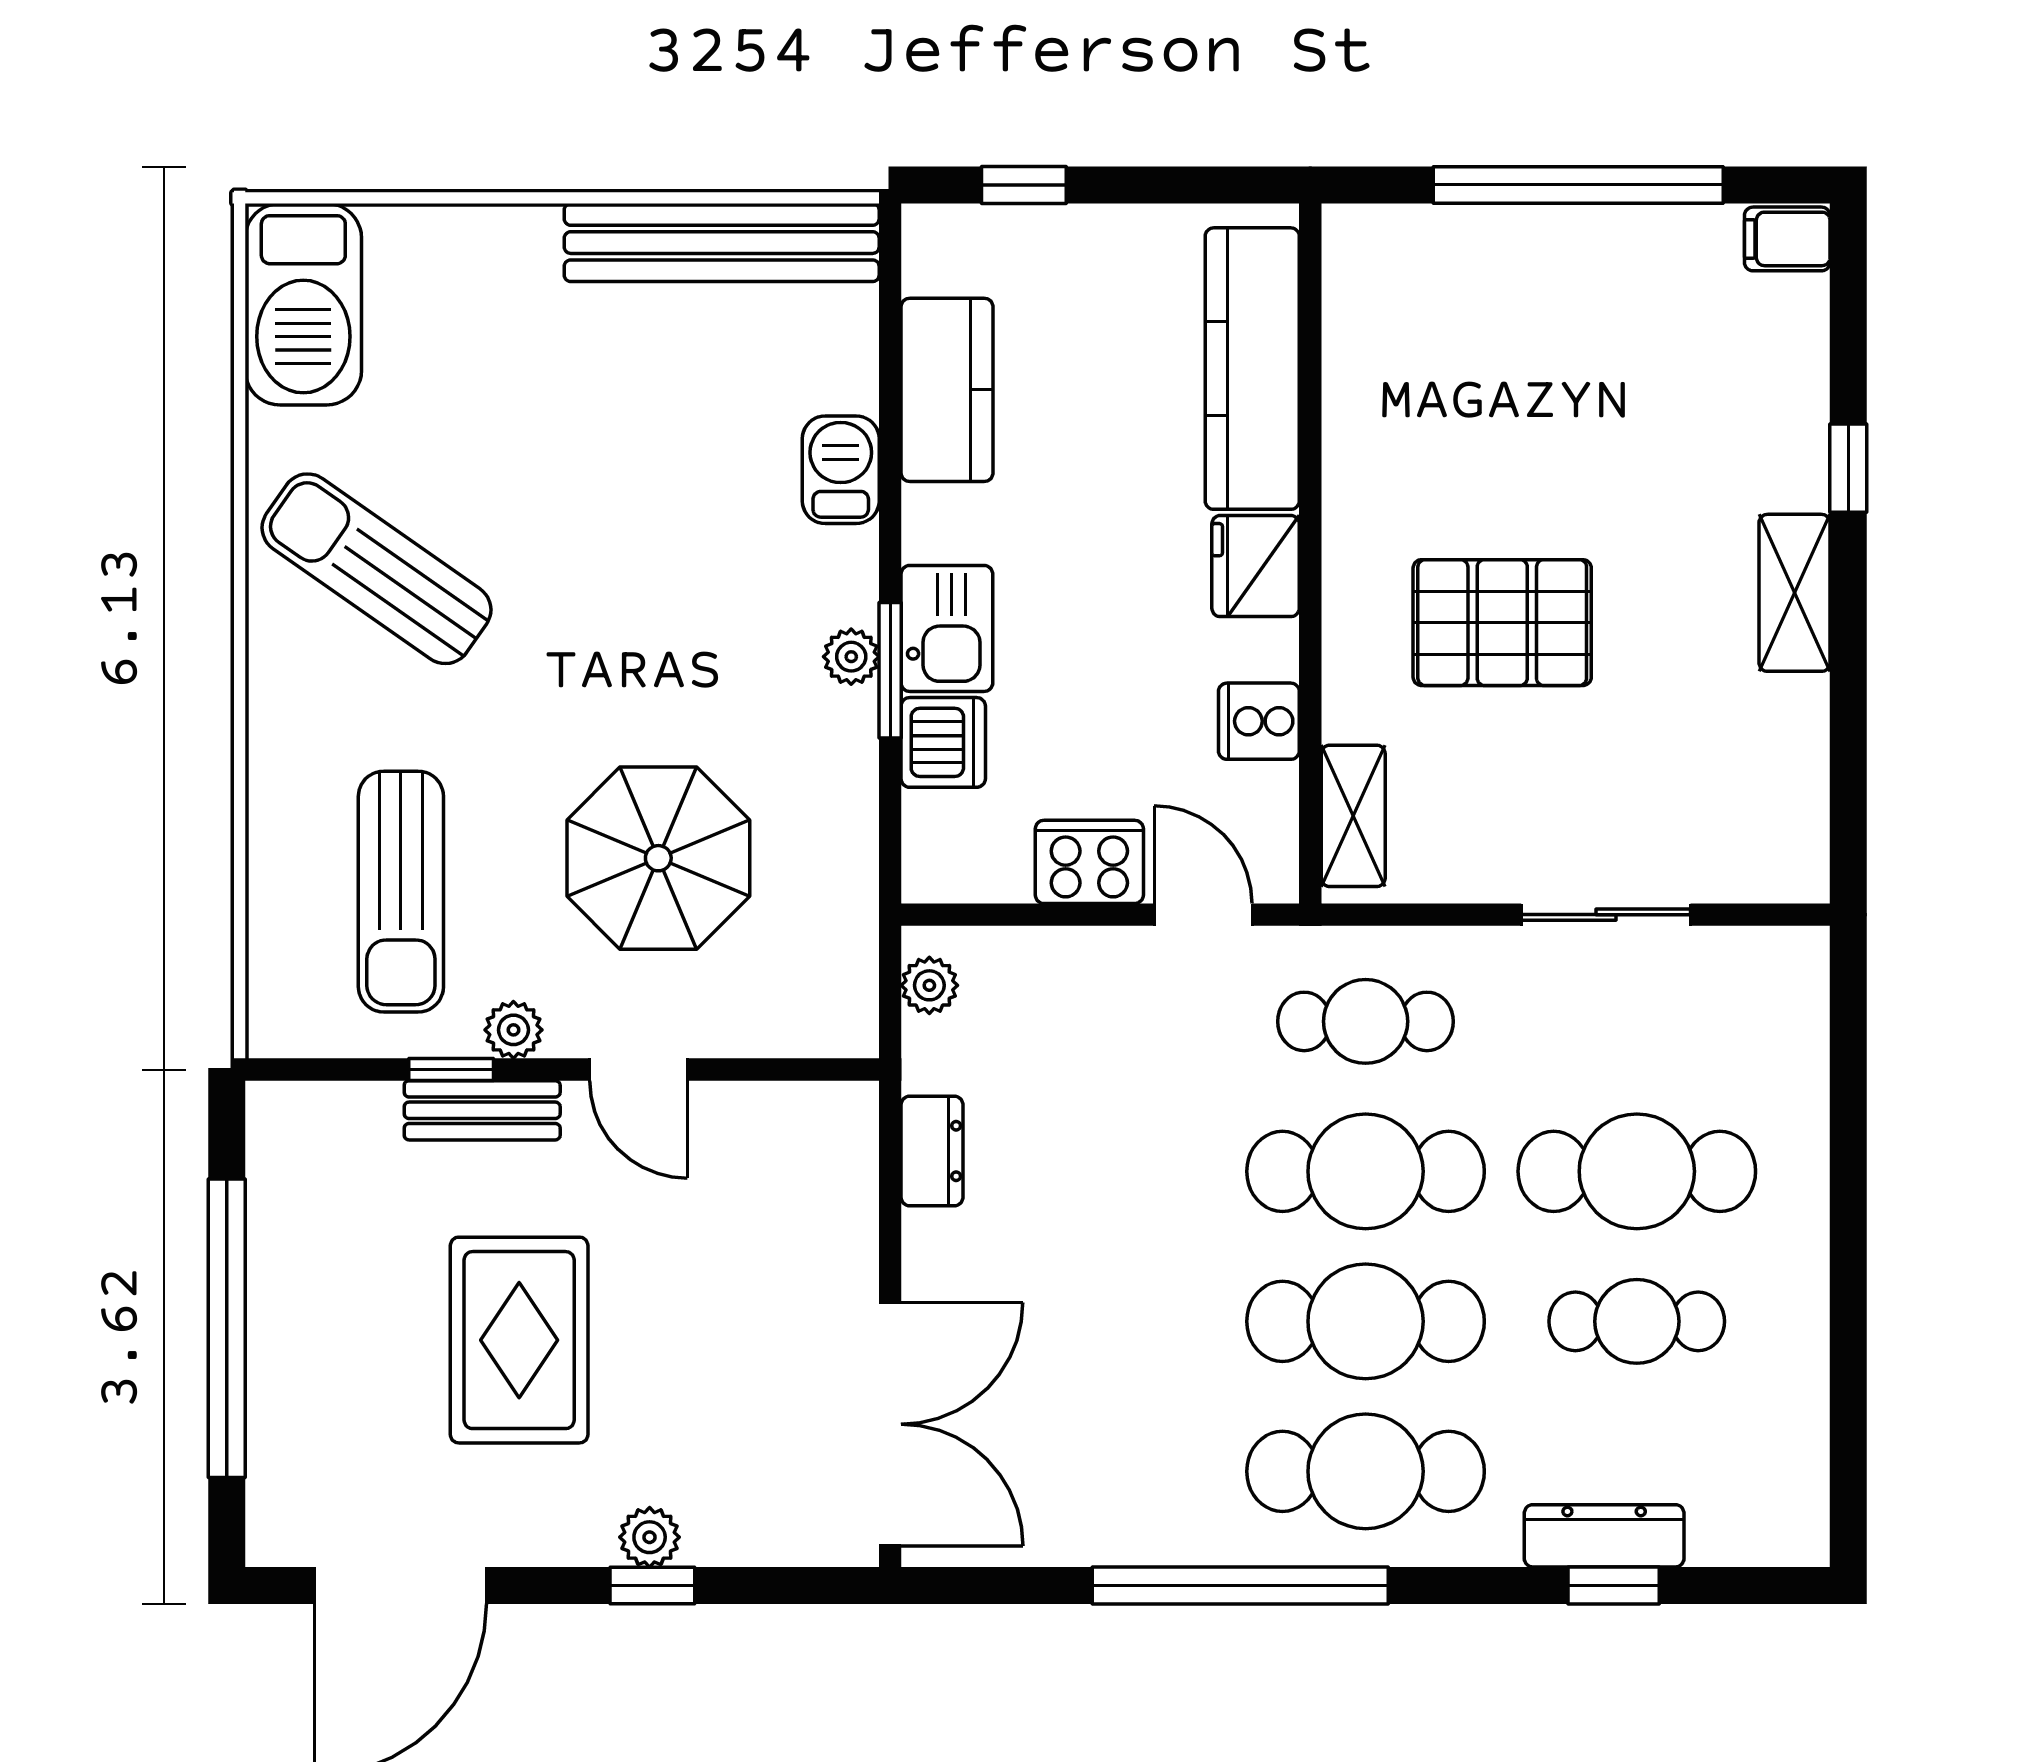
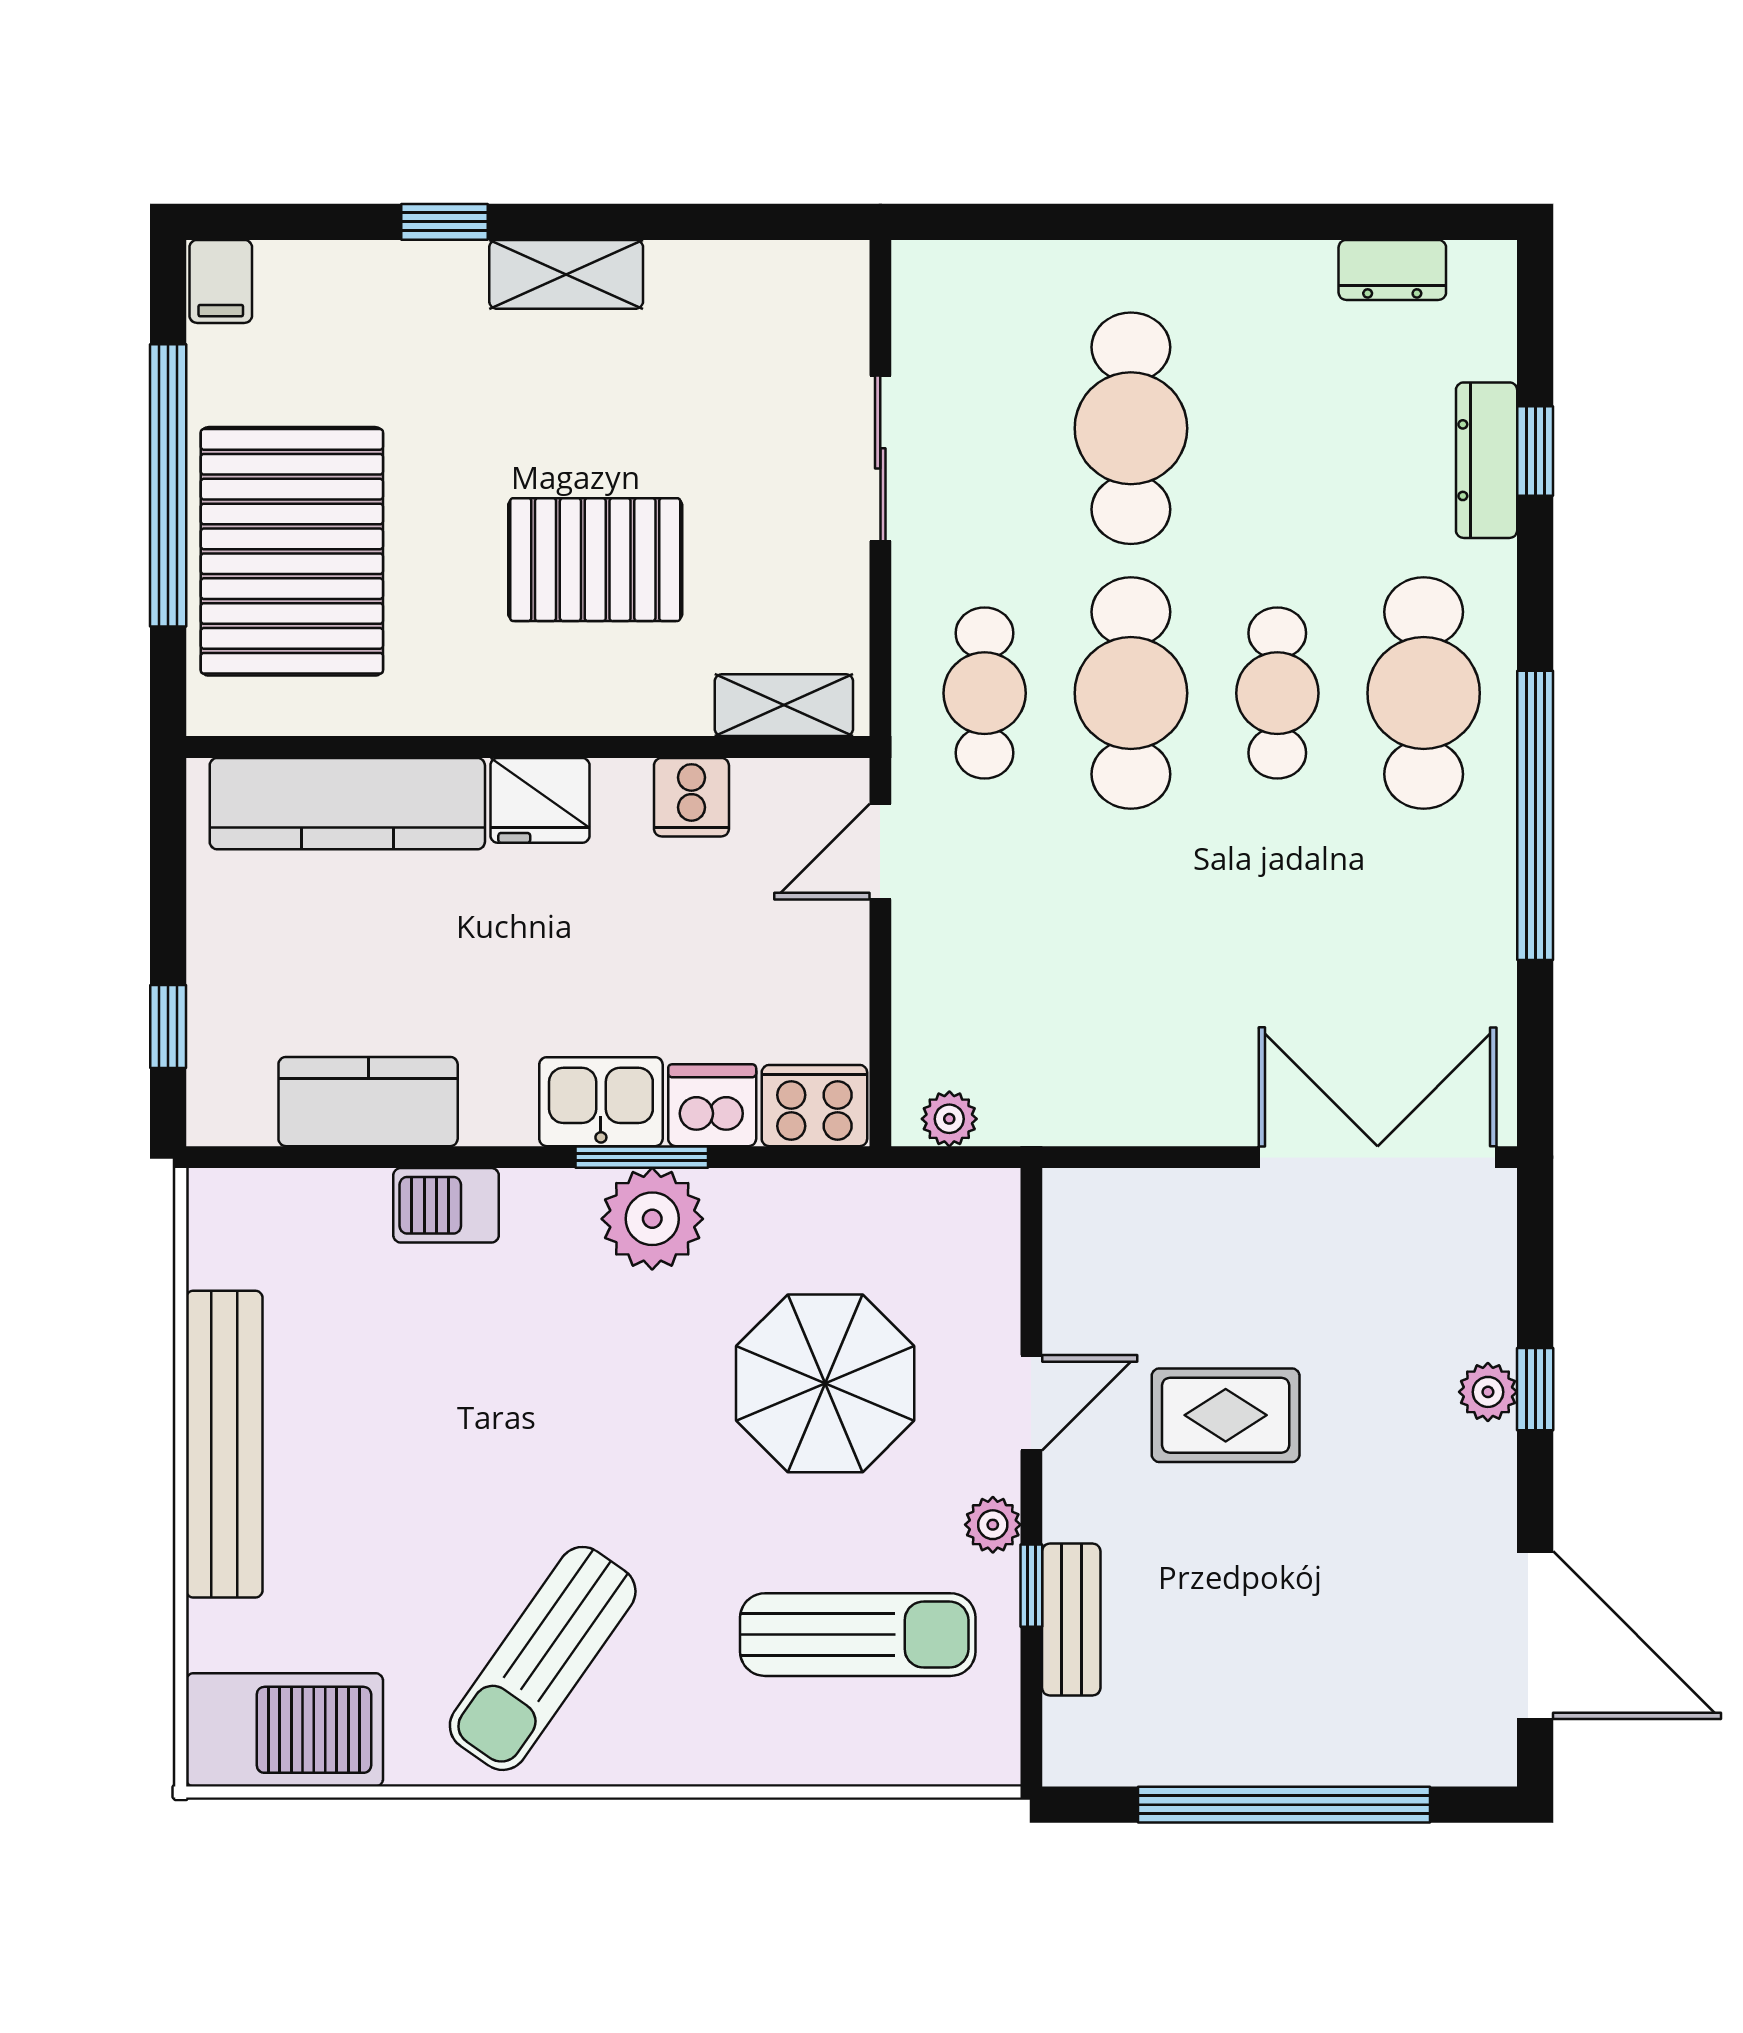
bench: (722, 243) -> (224, 1444), moved
pallet: (1511, 312) -> (292, 551), added
pallet: (1502, 623) -> (595, 560), turned 90
plant: (851, 657) -> (652, 1219), width x1.88, depth x1.88
cooker: (1089, 862) -> (814, 1106), moved, turned 90
bench: (482, 1110) -> (1071, 1620), moved
dresser: (932, 1151) -> (1392, 270), moved, turned 180
cafe table: (1366, 1321) -> (1277, 693), width x0.73, depth x0.74
cafe table: (1637, 1321) -> (1277, 428), removed
rug: (519, 1340) -> (1226, 1415), moved, width x0.73, depth x0.70

